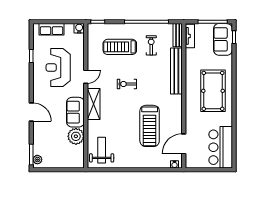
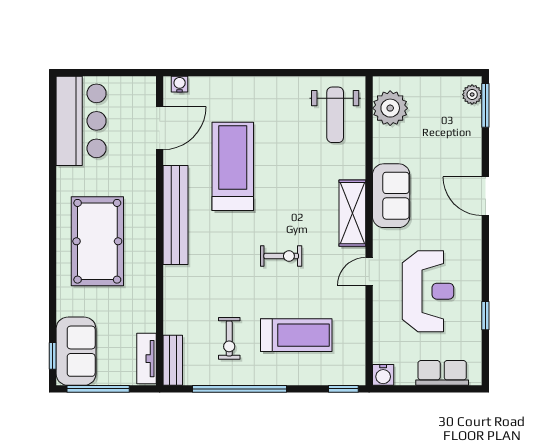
bench: (176, 71) -> (176, 215), moved
plant: (76, 136) -> (390, 108), moved

